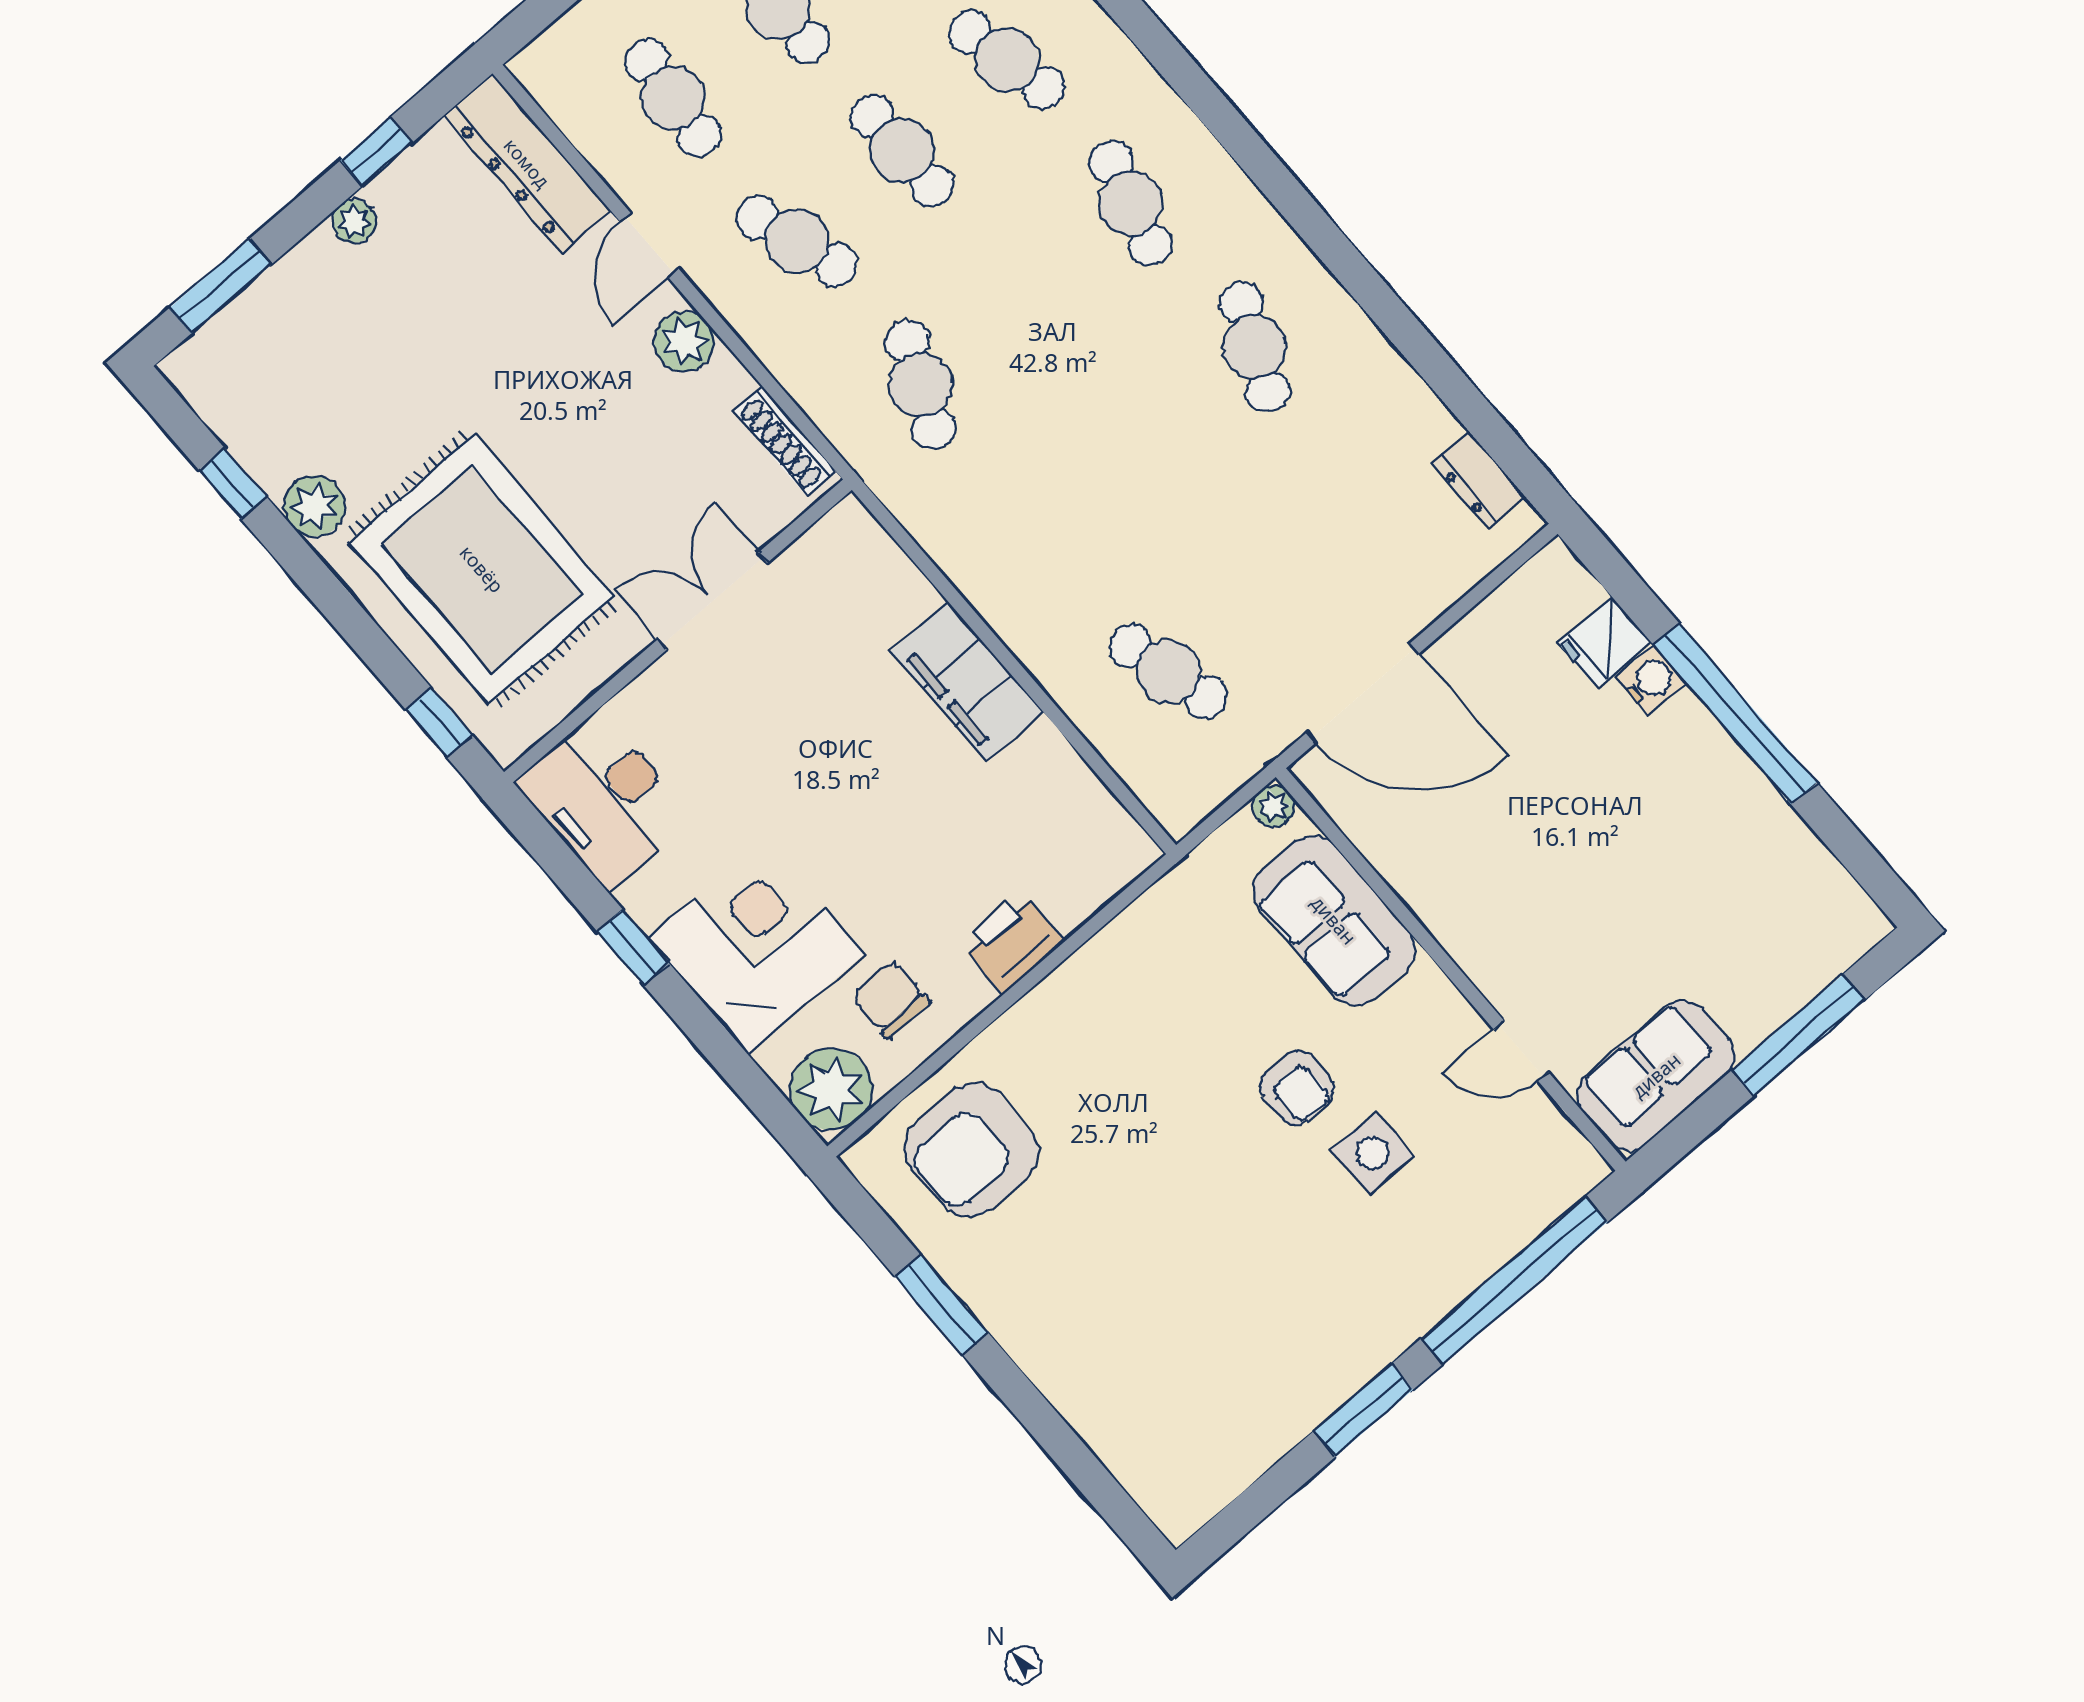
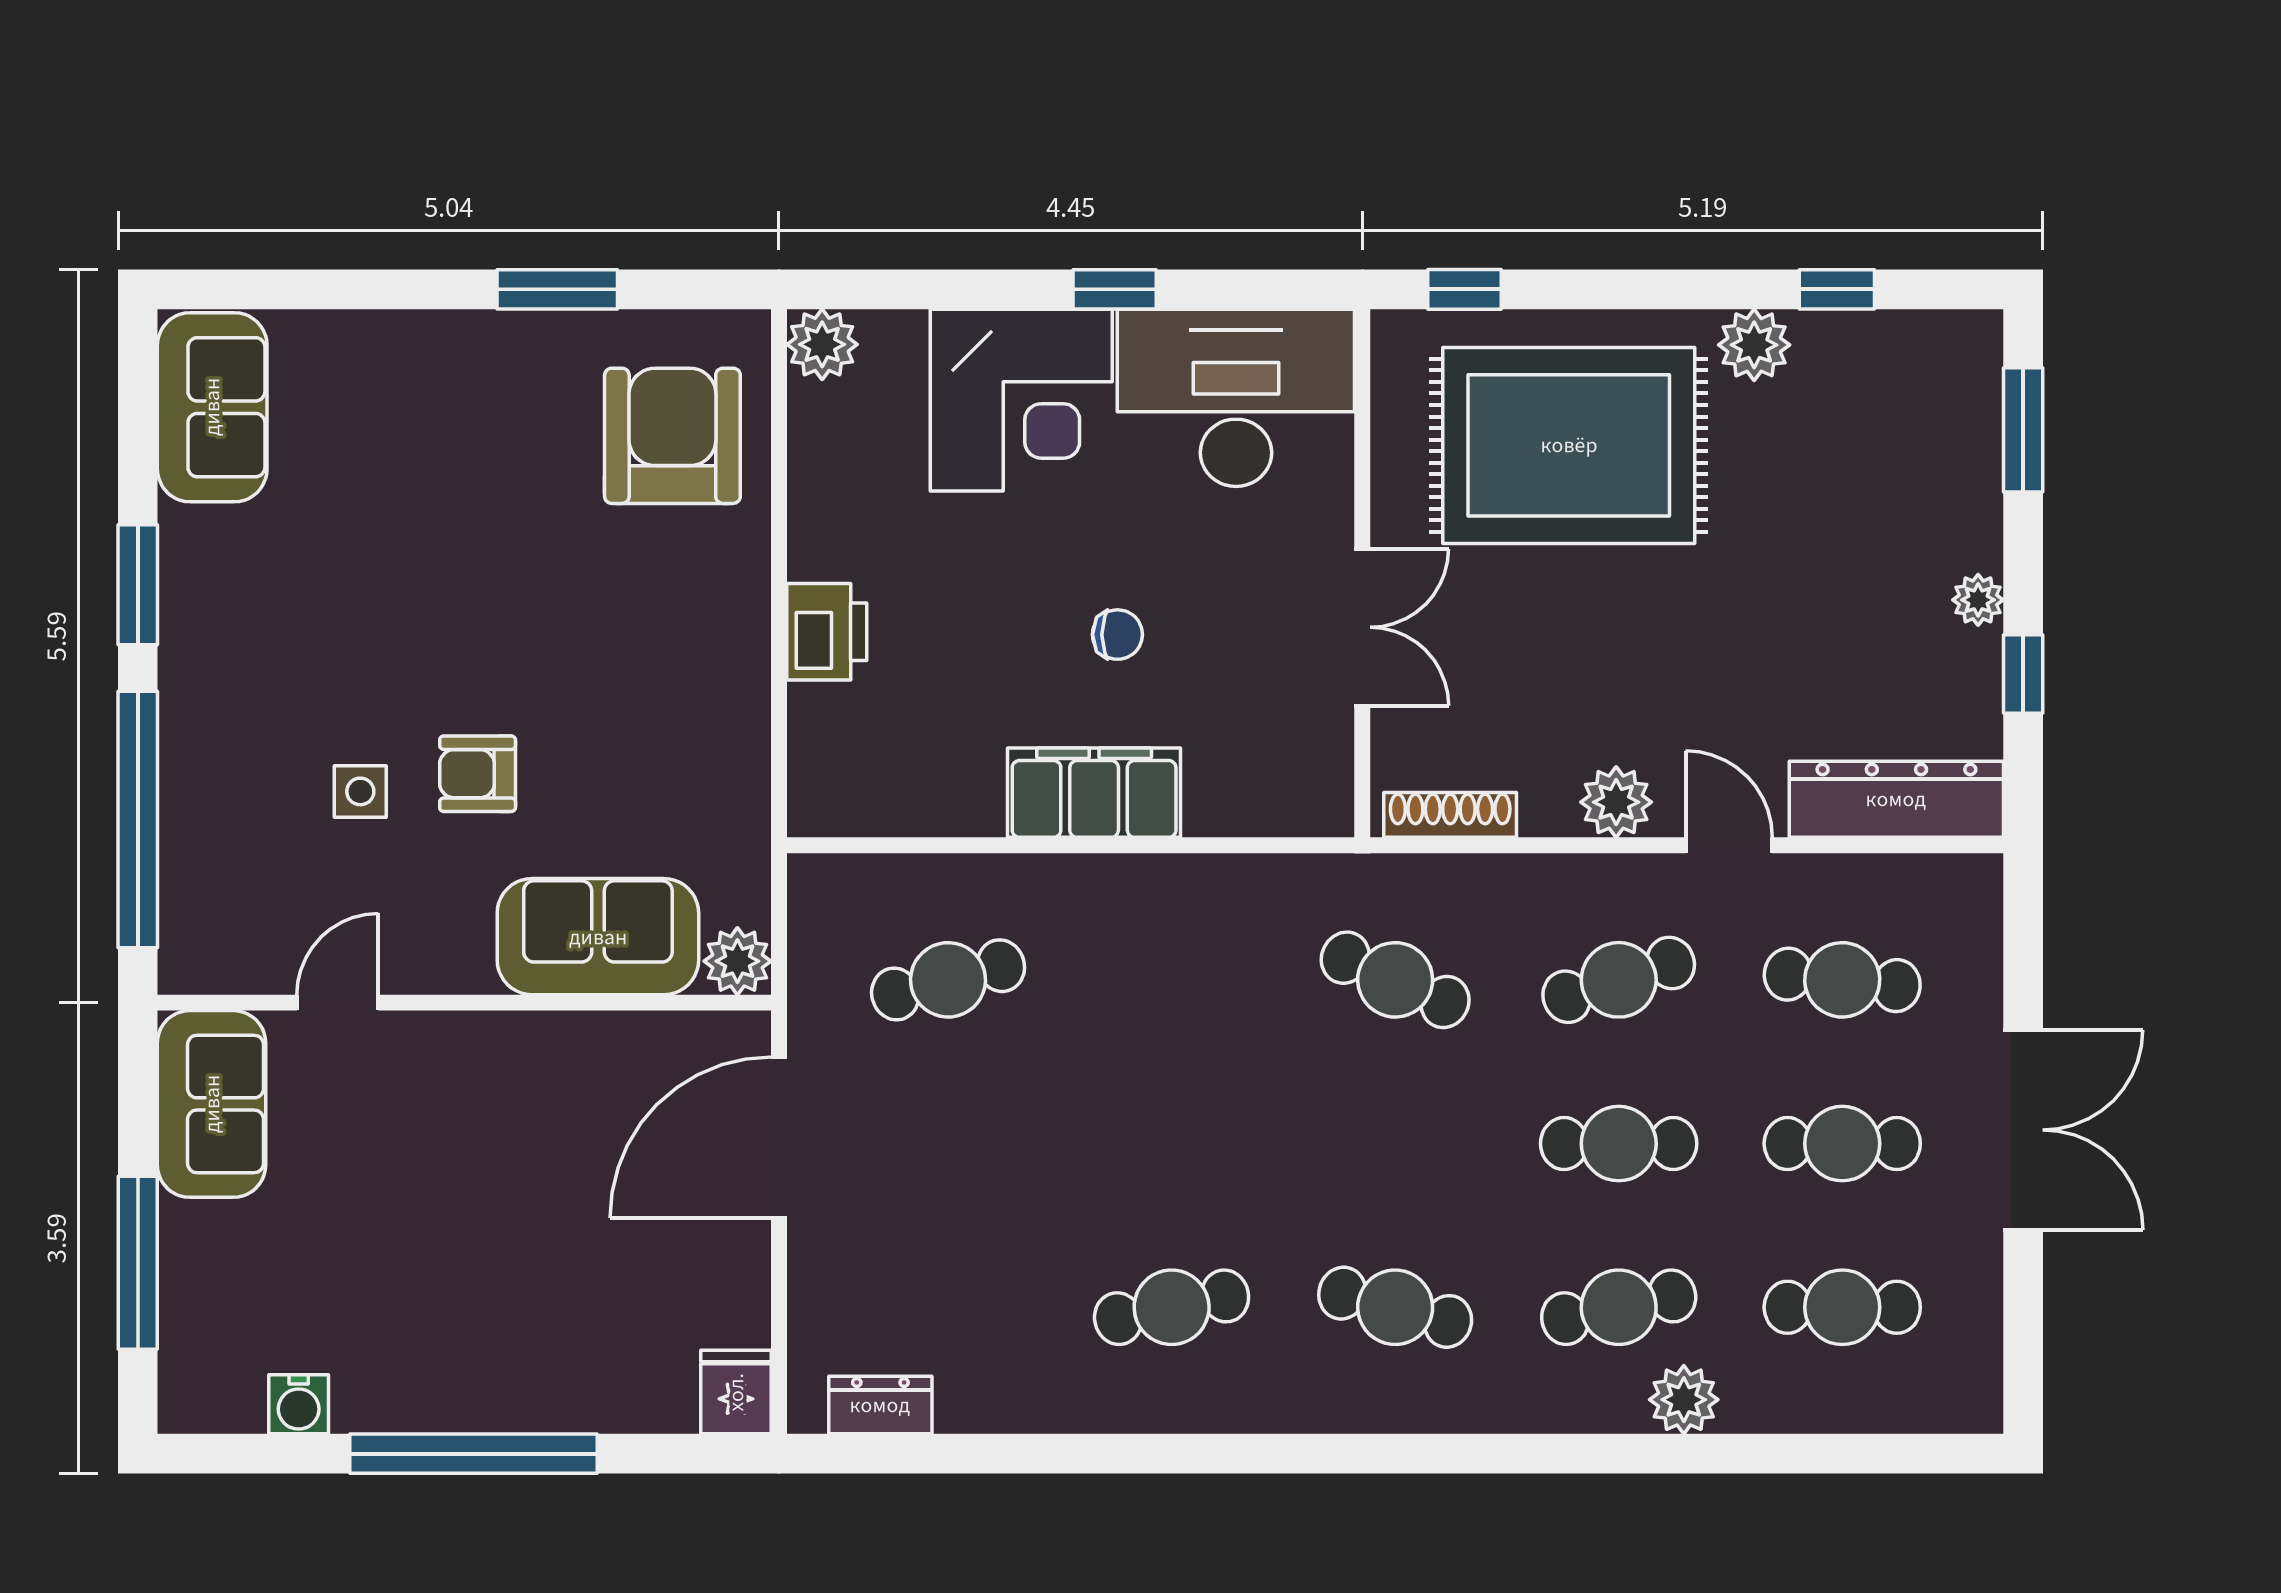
cafe table: (1255, 347) -> (1172, 1307), turned -36
fridge: (1604, 642) -> (736, 1392), moved
water cooler: (1651, 680) -> (299, 1404), moved
desk: (605, 800) -> (1236, 398), width x1.36, depth x1.30
plant: (1274, 806) -> (737, 961), width x1.38, depth x1.38
chair: (891, 1000) -> (1117, 635), moved, width x0.73, depth x0.73
plant: (831, 1089) -> (822, 344), width x0.73, depth x0.73
side table: (1373, 1153) -> (360, 791), width x0.73, depth x0.73
sofa: (1208, 1461) -> (212, 407), added

